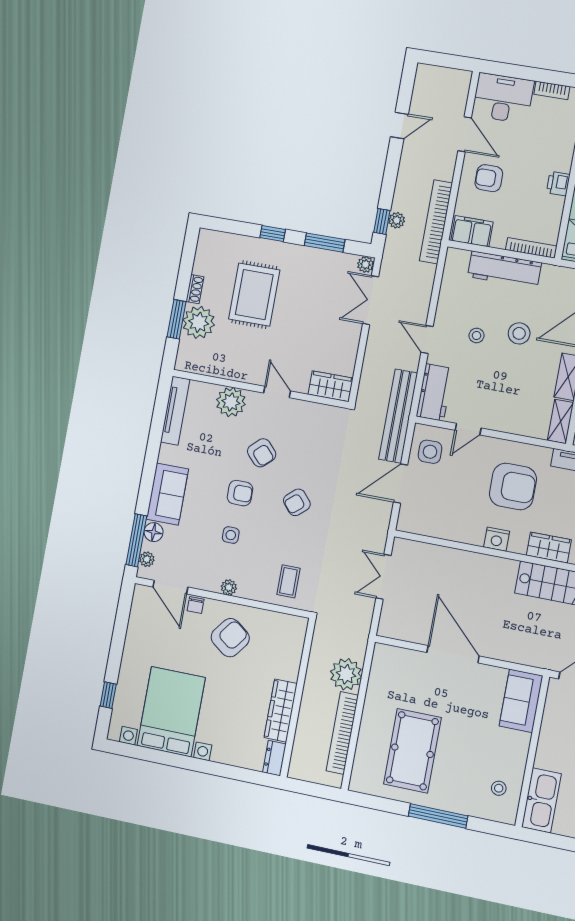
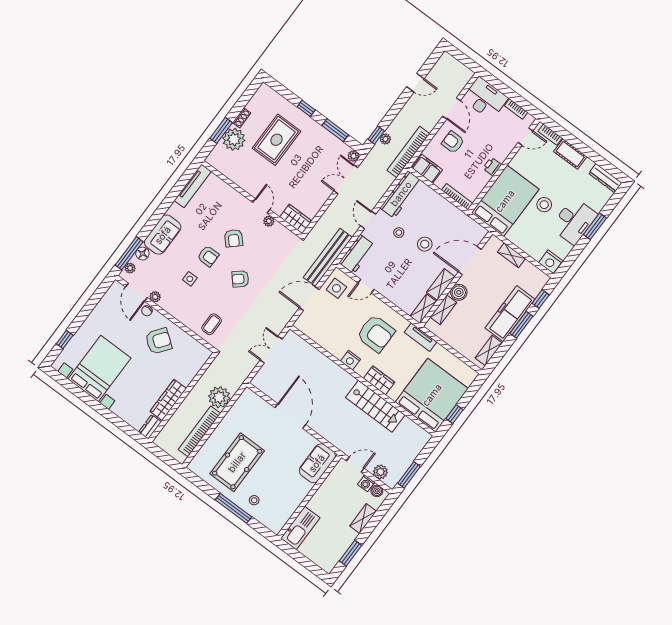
workbench: (504, 270) -> (401, 194), moved, turned -90
plant: (231, 402) -> (269, 221), moved, width x0.53, depth x0.53
plant: (229, 587) -> (155, 297), moved
stool: (499, 788) -> (254, 500), moved

